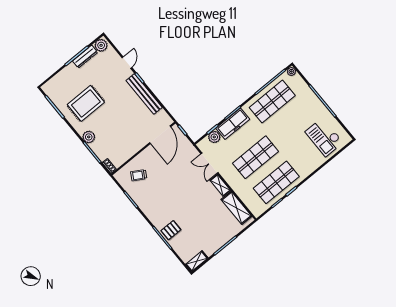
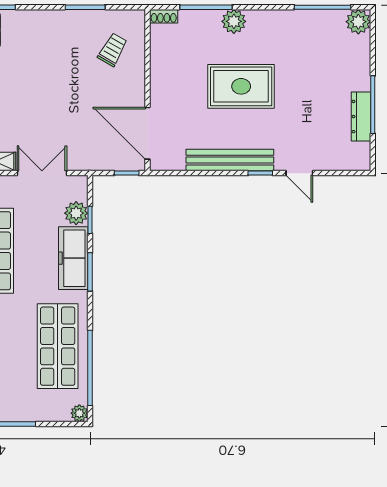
plant: (101, 45) -> (358, 22), moved
rug: (86, 103) -> (241, 86), moved, turned 90

